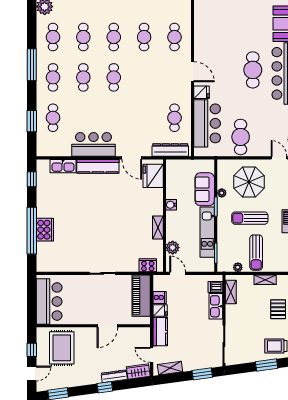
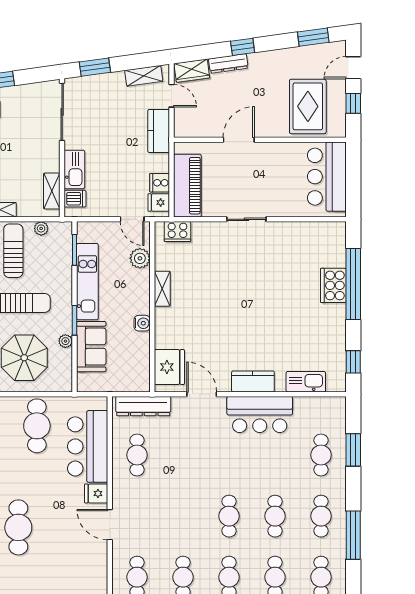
kitchen counter: (98, 166) -> (253, 381), width x0.67
fridge: (160, 310) -> (159, 202), moved

